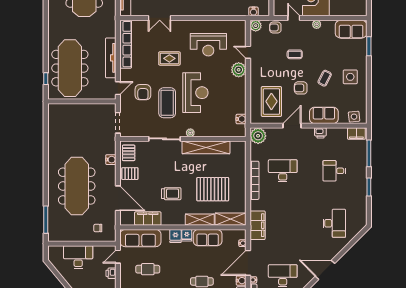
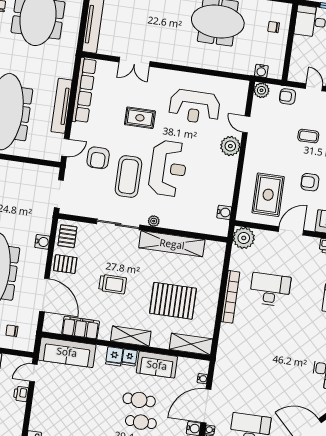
trolley: (171, 194) -> (113, 284), moved
shelving: (200, 220) -> (131, 336), moved
filing cabinet: (258, 225) -> (226, 357), removed
cafe table: (148, 269) -> (139, 400), moved

